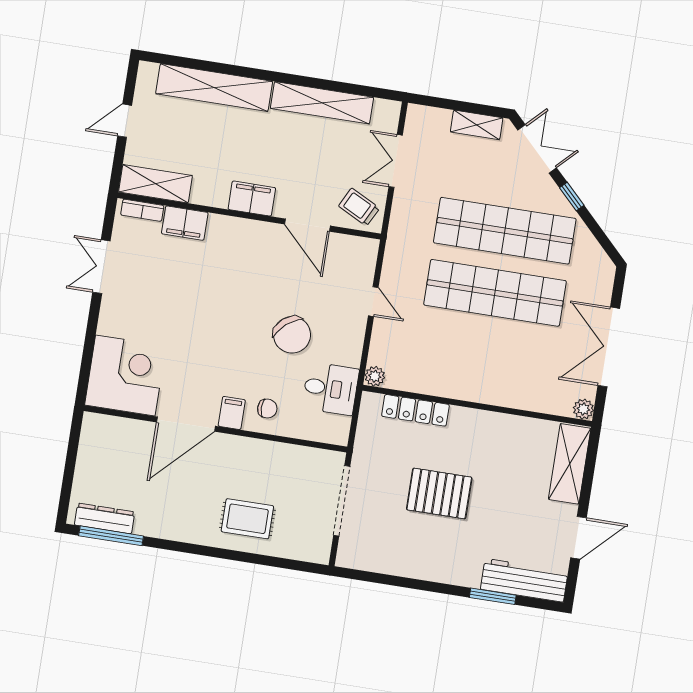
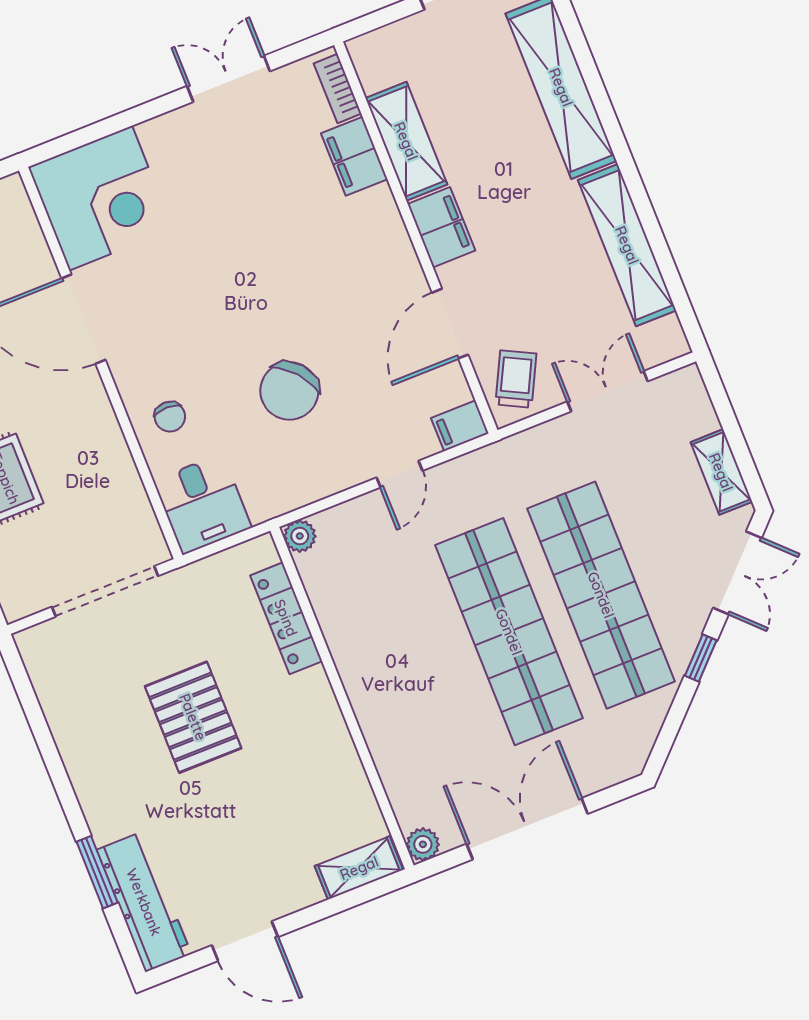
shelving: (156, 184) -> (406, 141), moved
desk: (330, 389) -> (202, 504), moved
filing cabinet: (232, 413) -> (460, 426), moved, turned 180
shelving: (570, 464) -> (359, 868), width x0.67, depth x0.75

